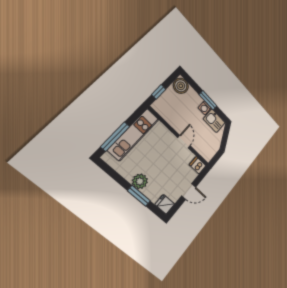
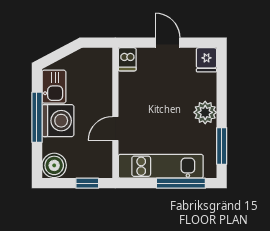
window: (208, 100) -> (37, 117), width x1.44
washing machine: (205, 108) -> (58, 121), width x1.89, depth x1.89
door: (184, 142) -> (115, 129), moved
window: (139, 196) -> (222, 146), moved

